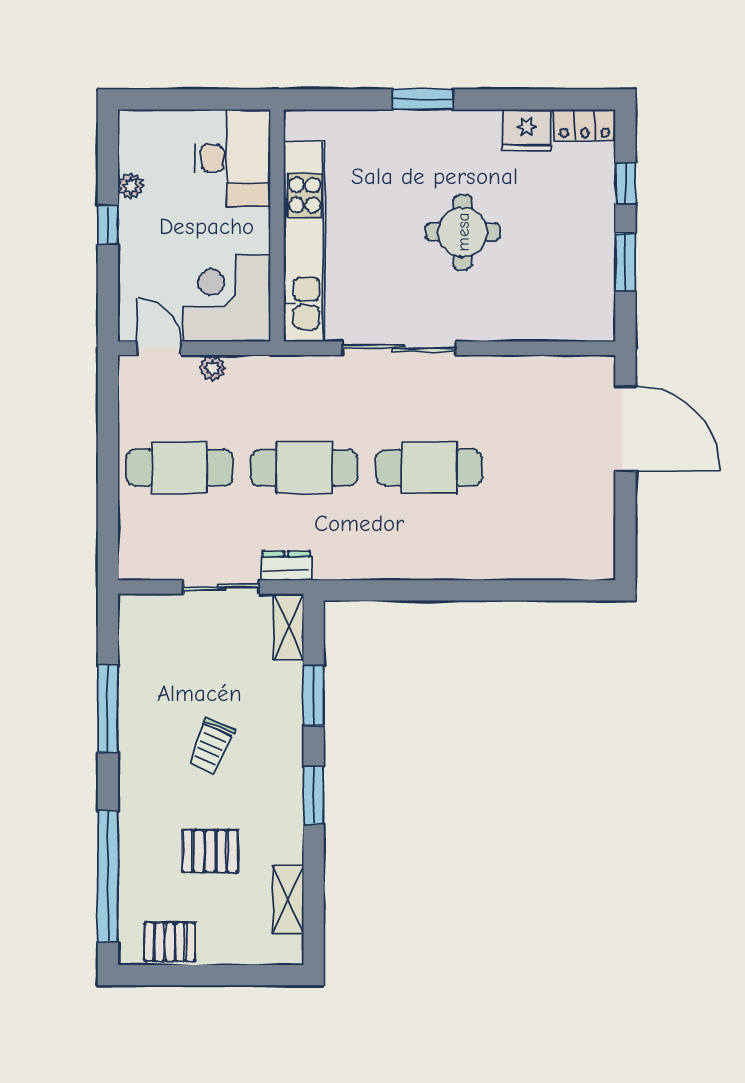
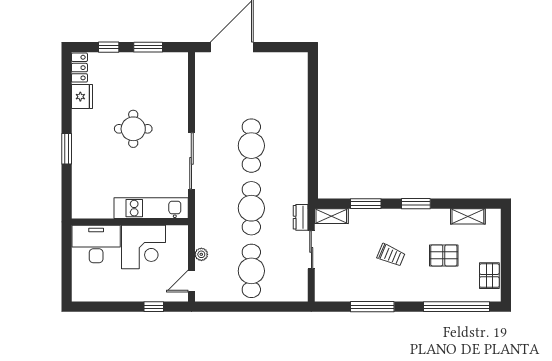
plant: (131, 186) -> (110, 295), removed
window: (108, 225) -> (154, 307), moved
kitchen unit: (304, 241) -> (151, 208), width x0.73
corner desk: (227, 298) -> (143, 247), moved, turned -90
pallet: (210, 851) -> (444, 255), turned 90

